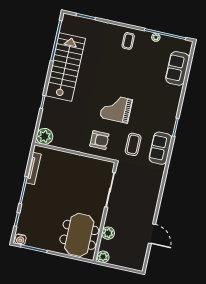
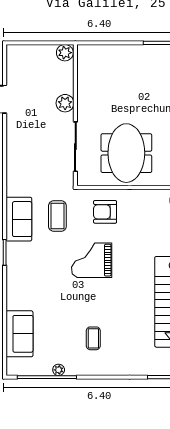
coffee table: (128, 41) -> (93, 338), moved
grand piano: (116, 109) -> (92, 260), turned 180
plant: (108, 233) -> (65, 103), moved
meeting table: (79, 235) -> (126, 153), moved

